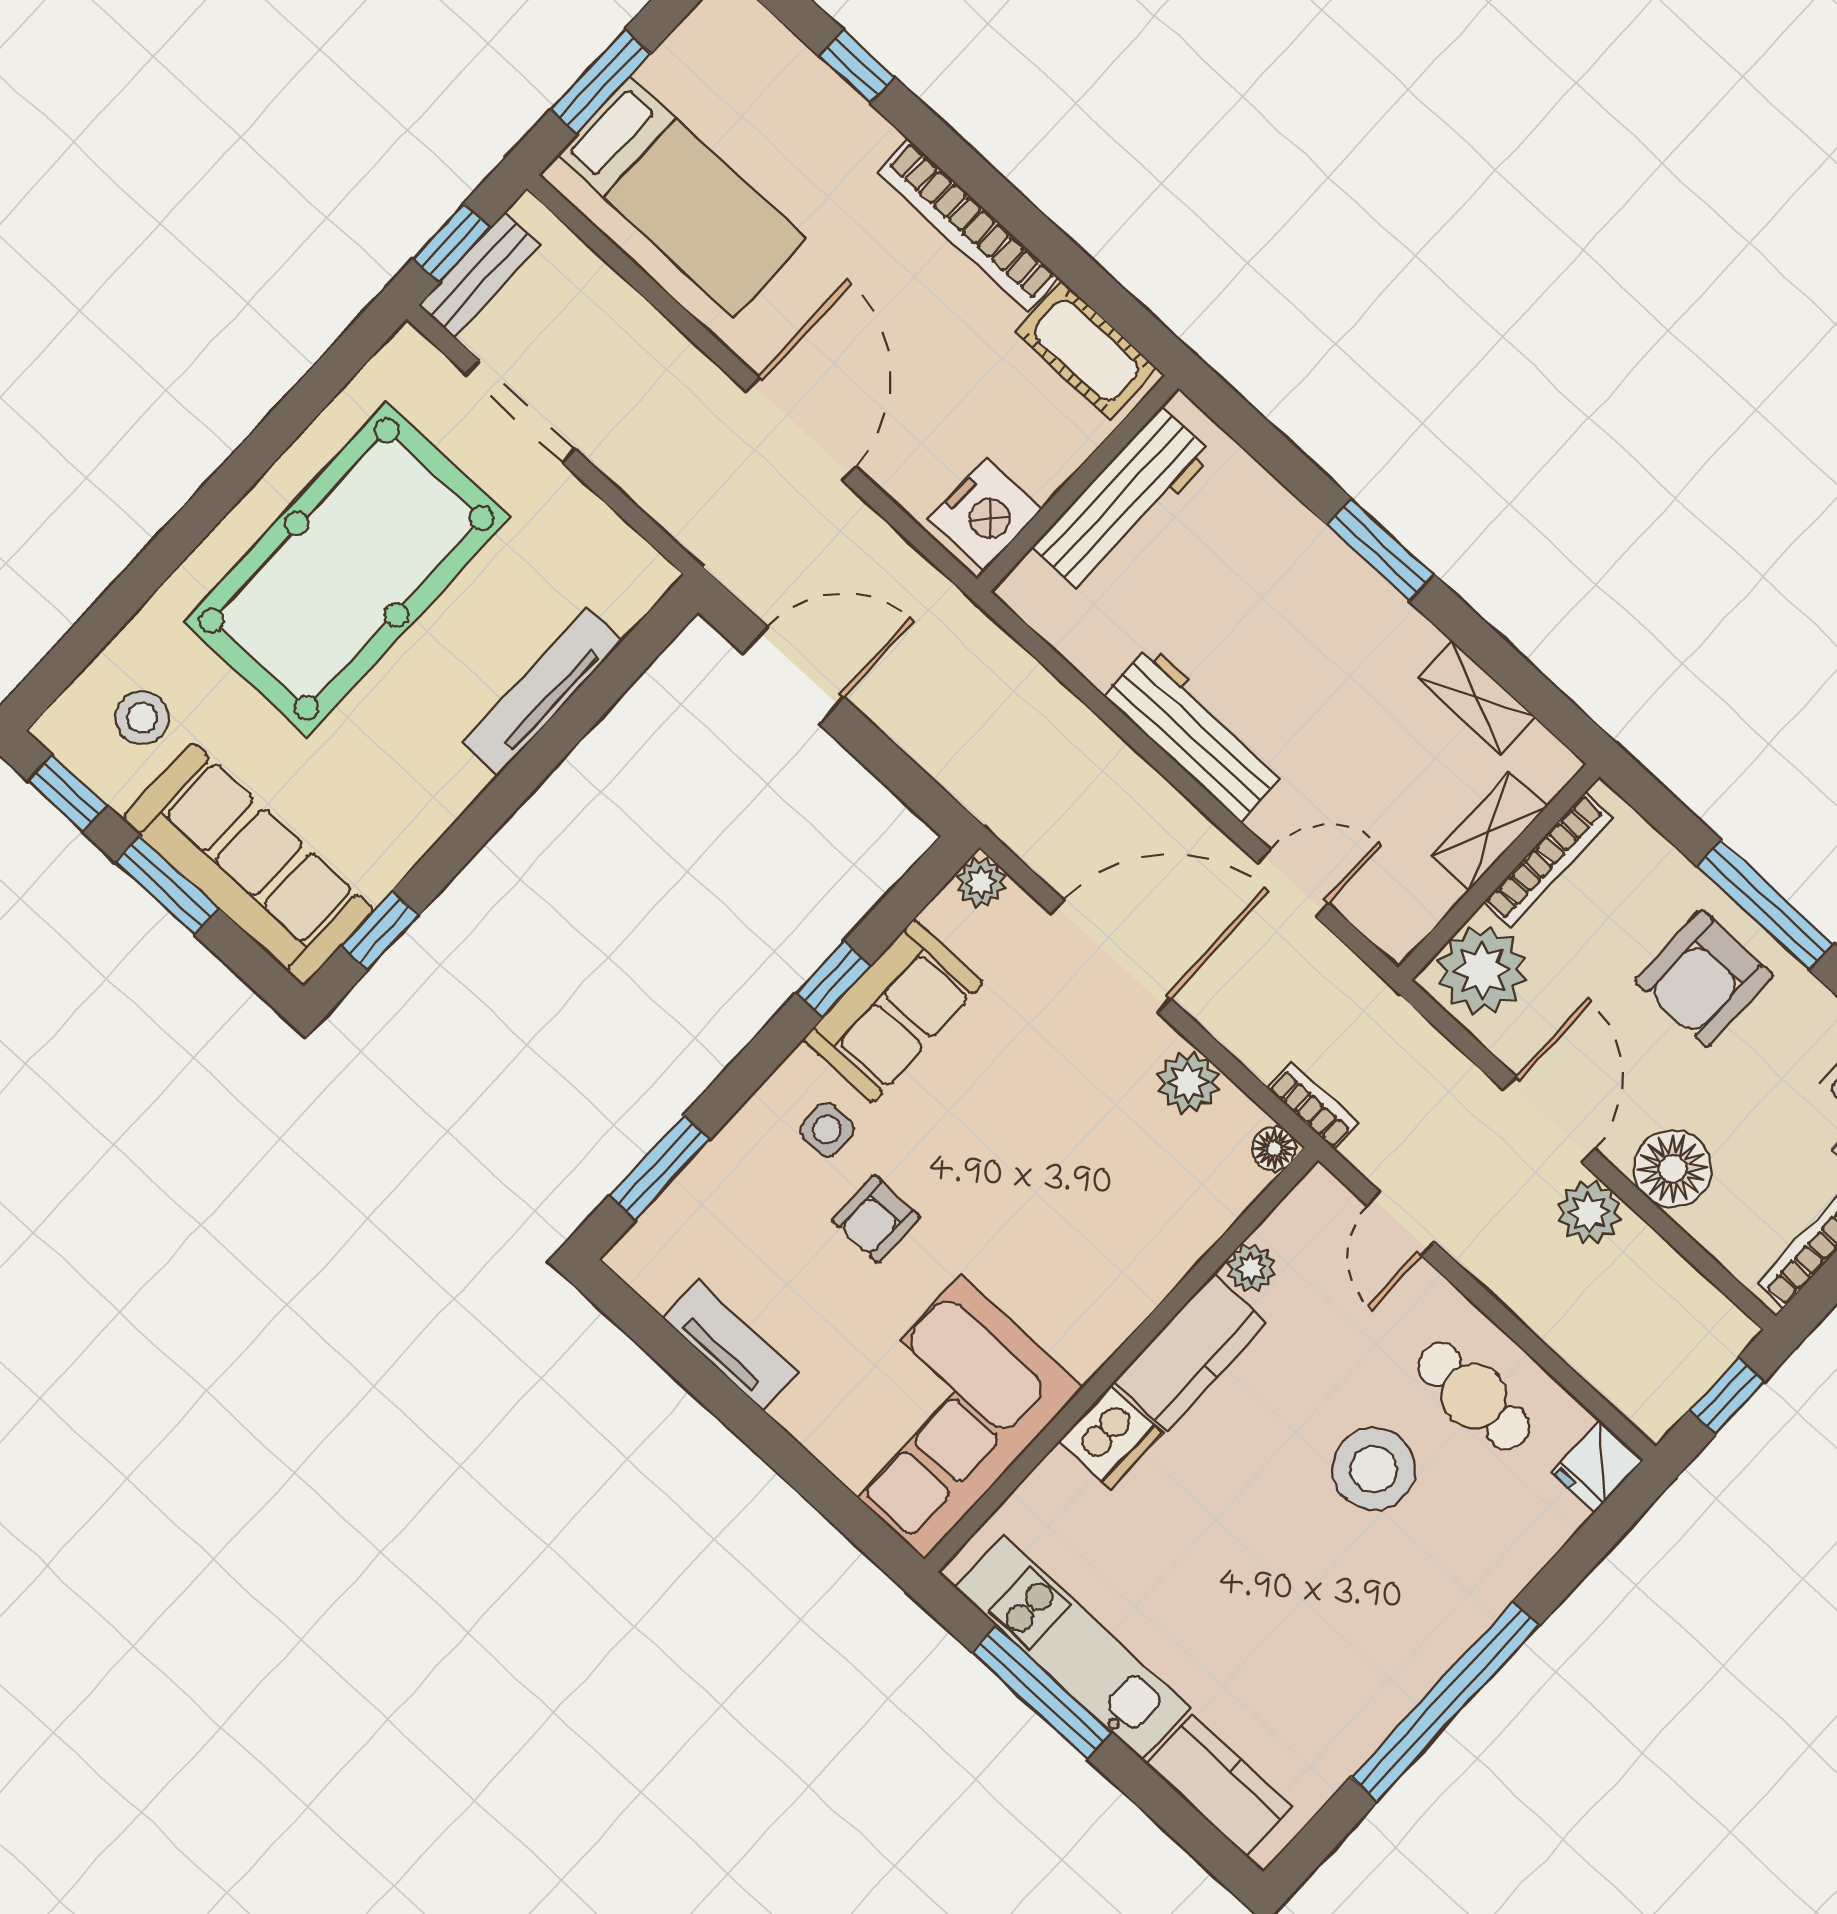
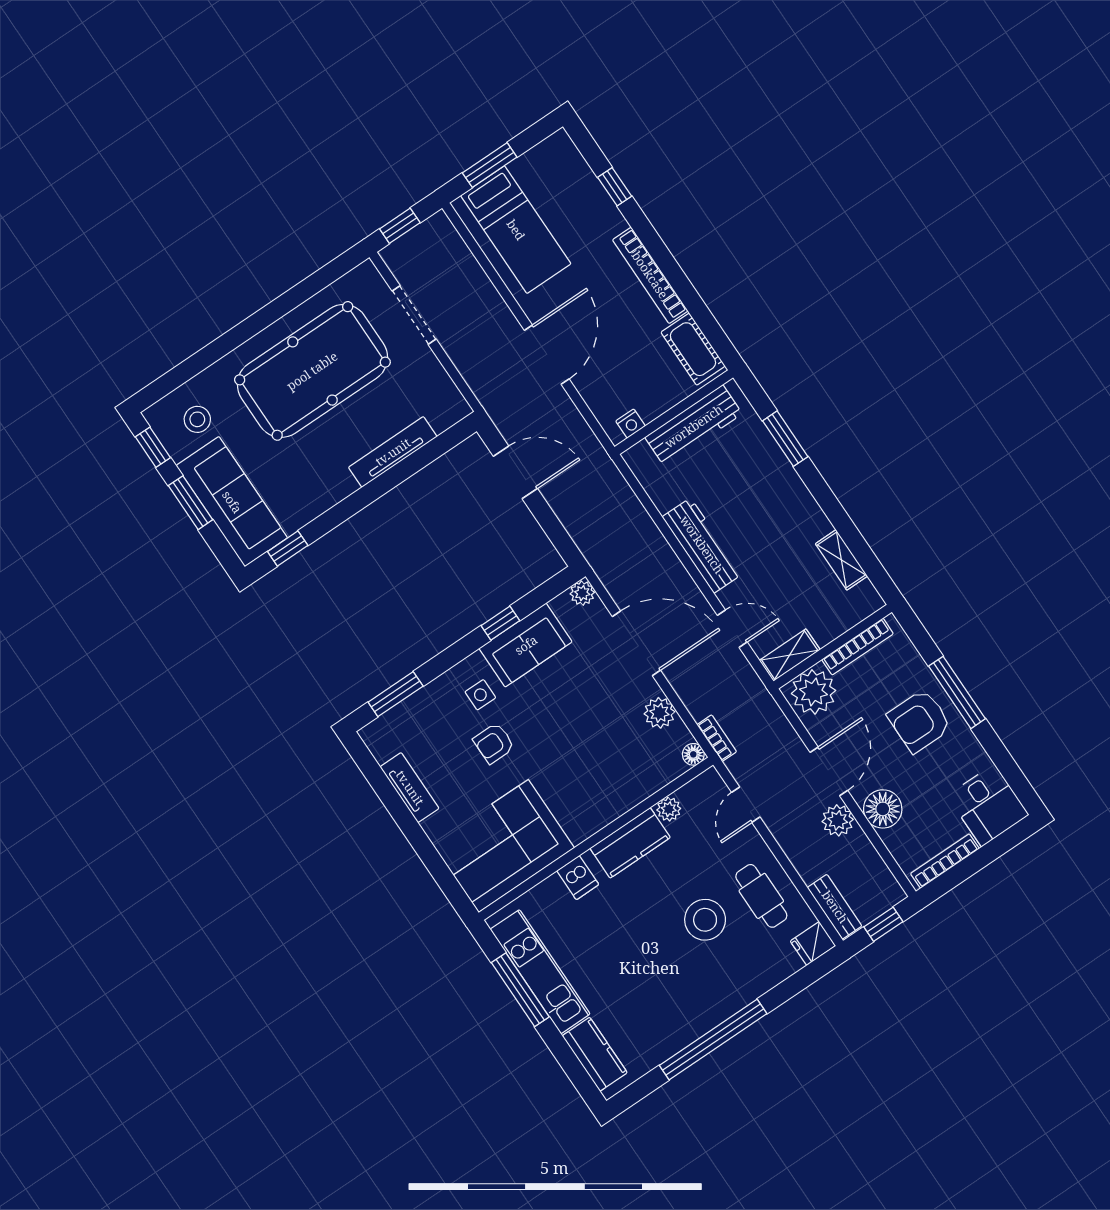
bench: (479, 275) -> (835, 907), moved, turned 90
nightstand: (985, 515) -> (630, 424), width x0.53, depth x0.56
window: (1380, 550) -> (785, 439), moved
shelving: (1489, 831) -> (790, 655), moved
dishwasher: (1110, 1437) -> (578, 878), width x0.73

